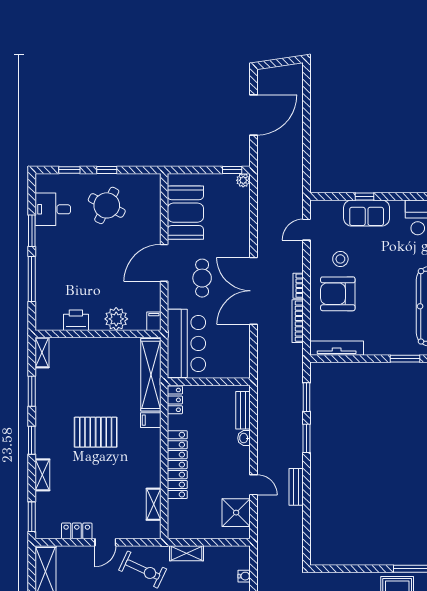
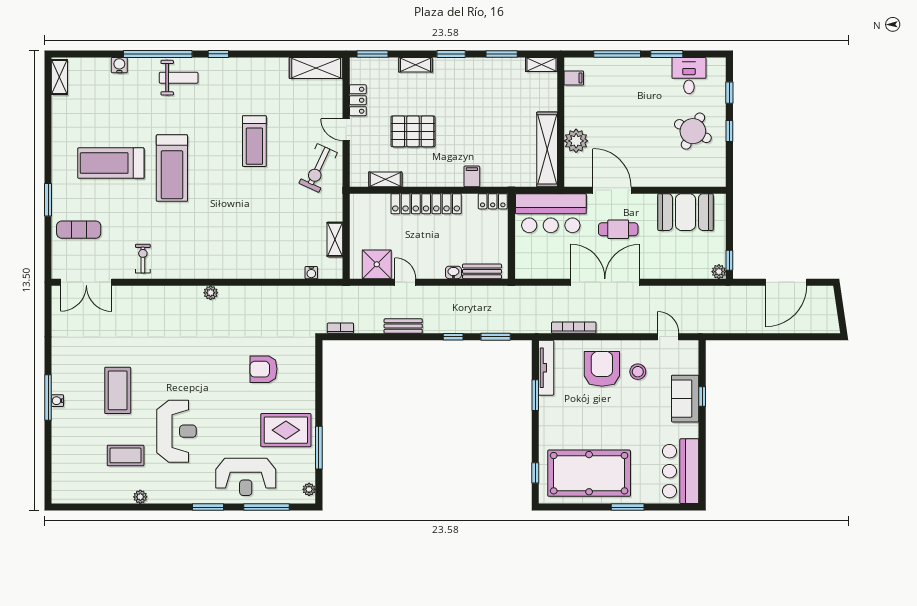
door: (254, 115) -> (786, 282), hinge flipped
door: (164, 263) -> (612, 190), moved
bookcase: (298, 286) -> (340, 328), moved
printer: (76, 320) -> (575, 99), removed
filing cabinet: (154, 321) -> (574, 78), moved
window: (405, 359) -> (535, 395), moved
shelving: (151, 375) -> (547, 149), moved, turned 90
pallet: (96, 432) -> (413, 131), moved, turned 90
window: (306, 438) -> (453, 337), width x0.67
door: (254, 485) -> (405, 282), swing flipped
shelving: (187, 553) -> (335, 239), moved

